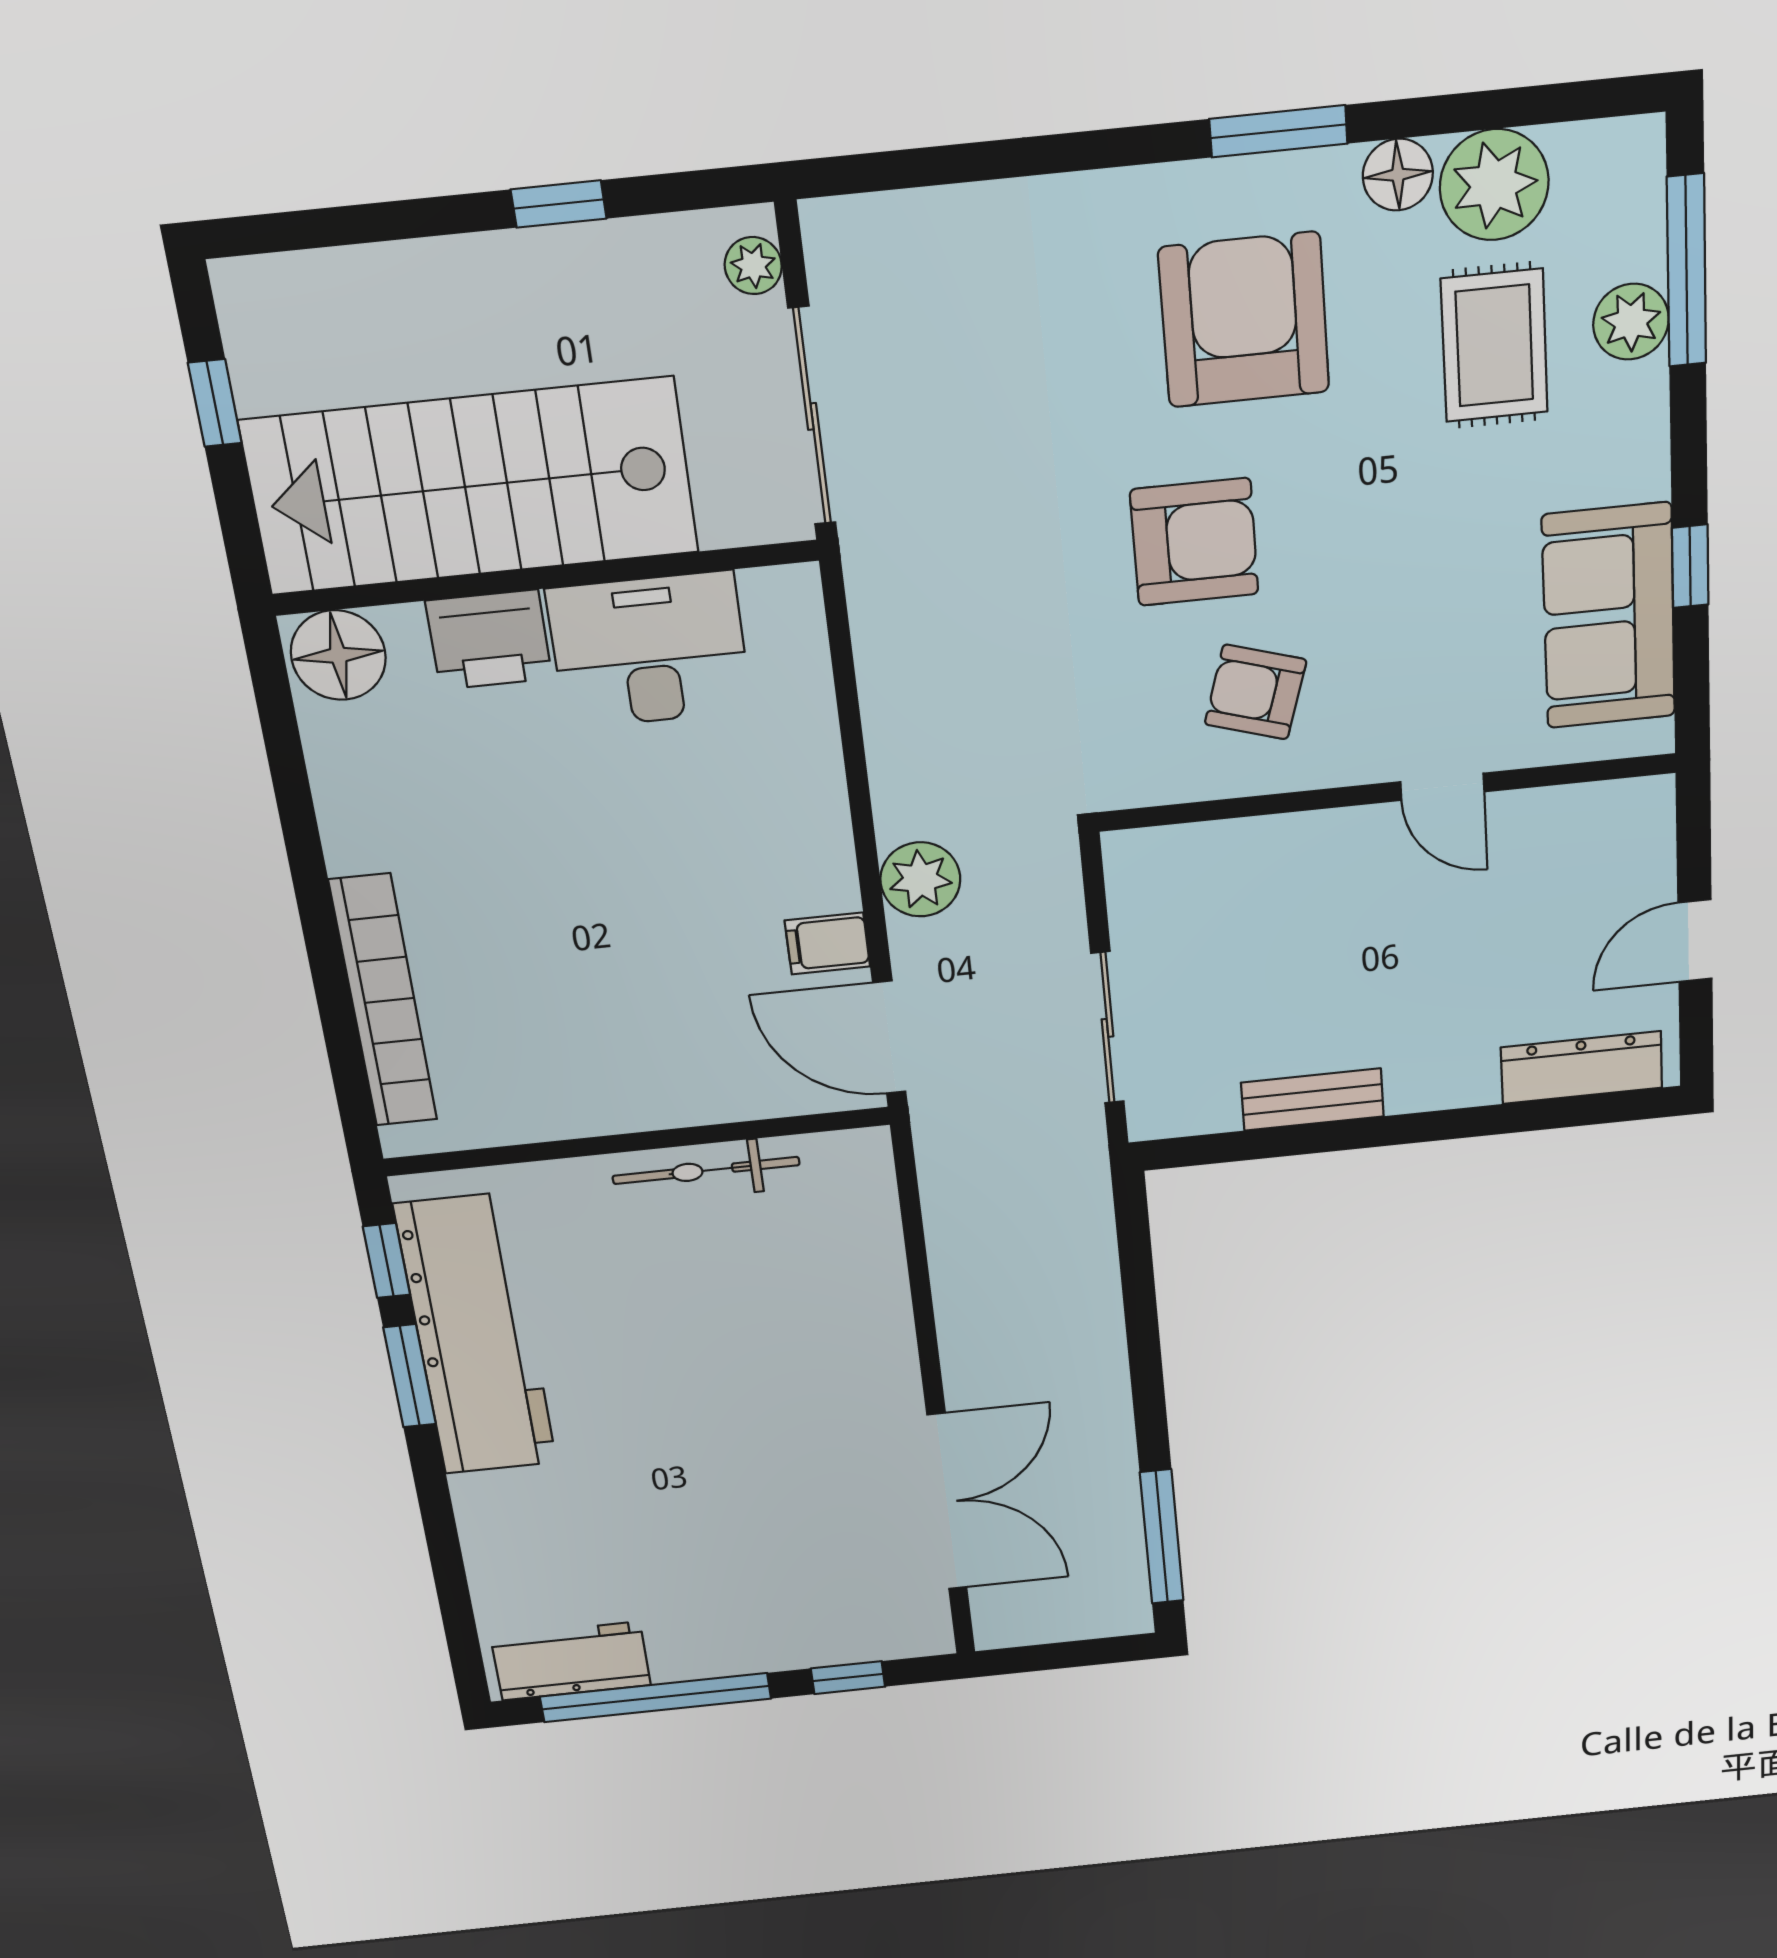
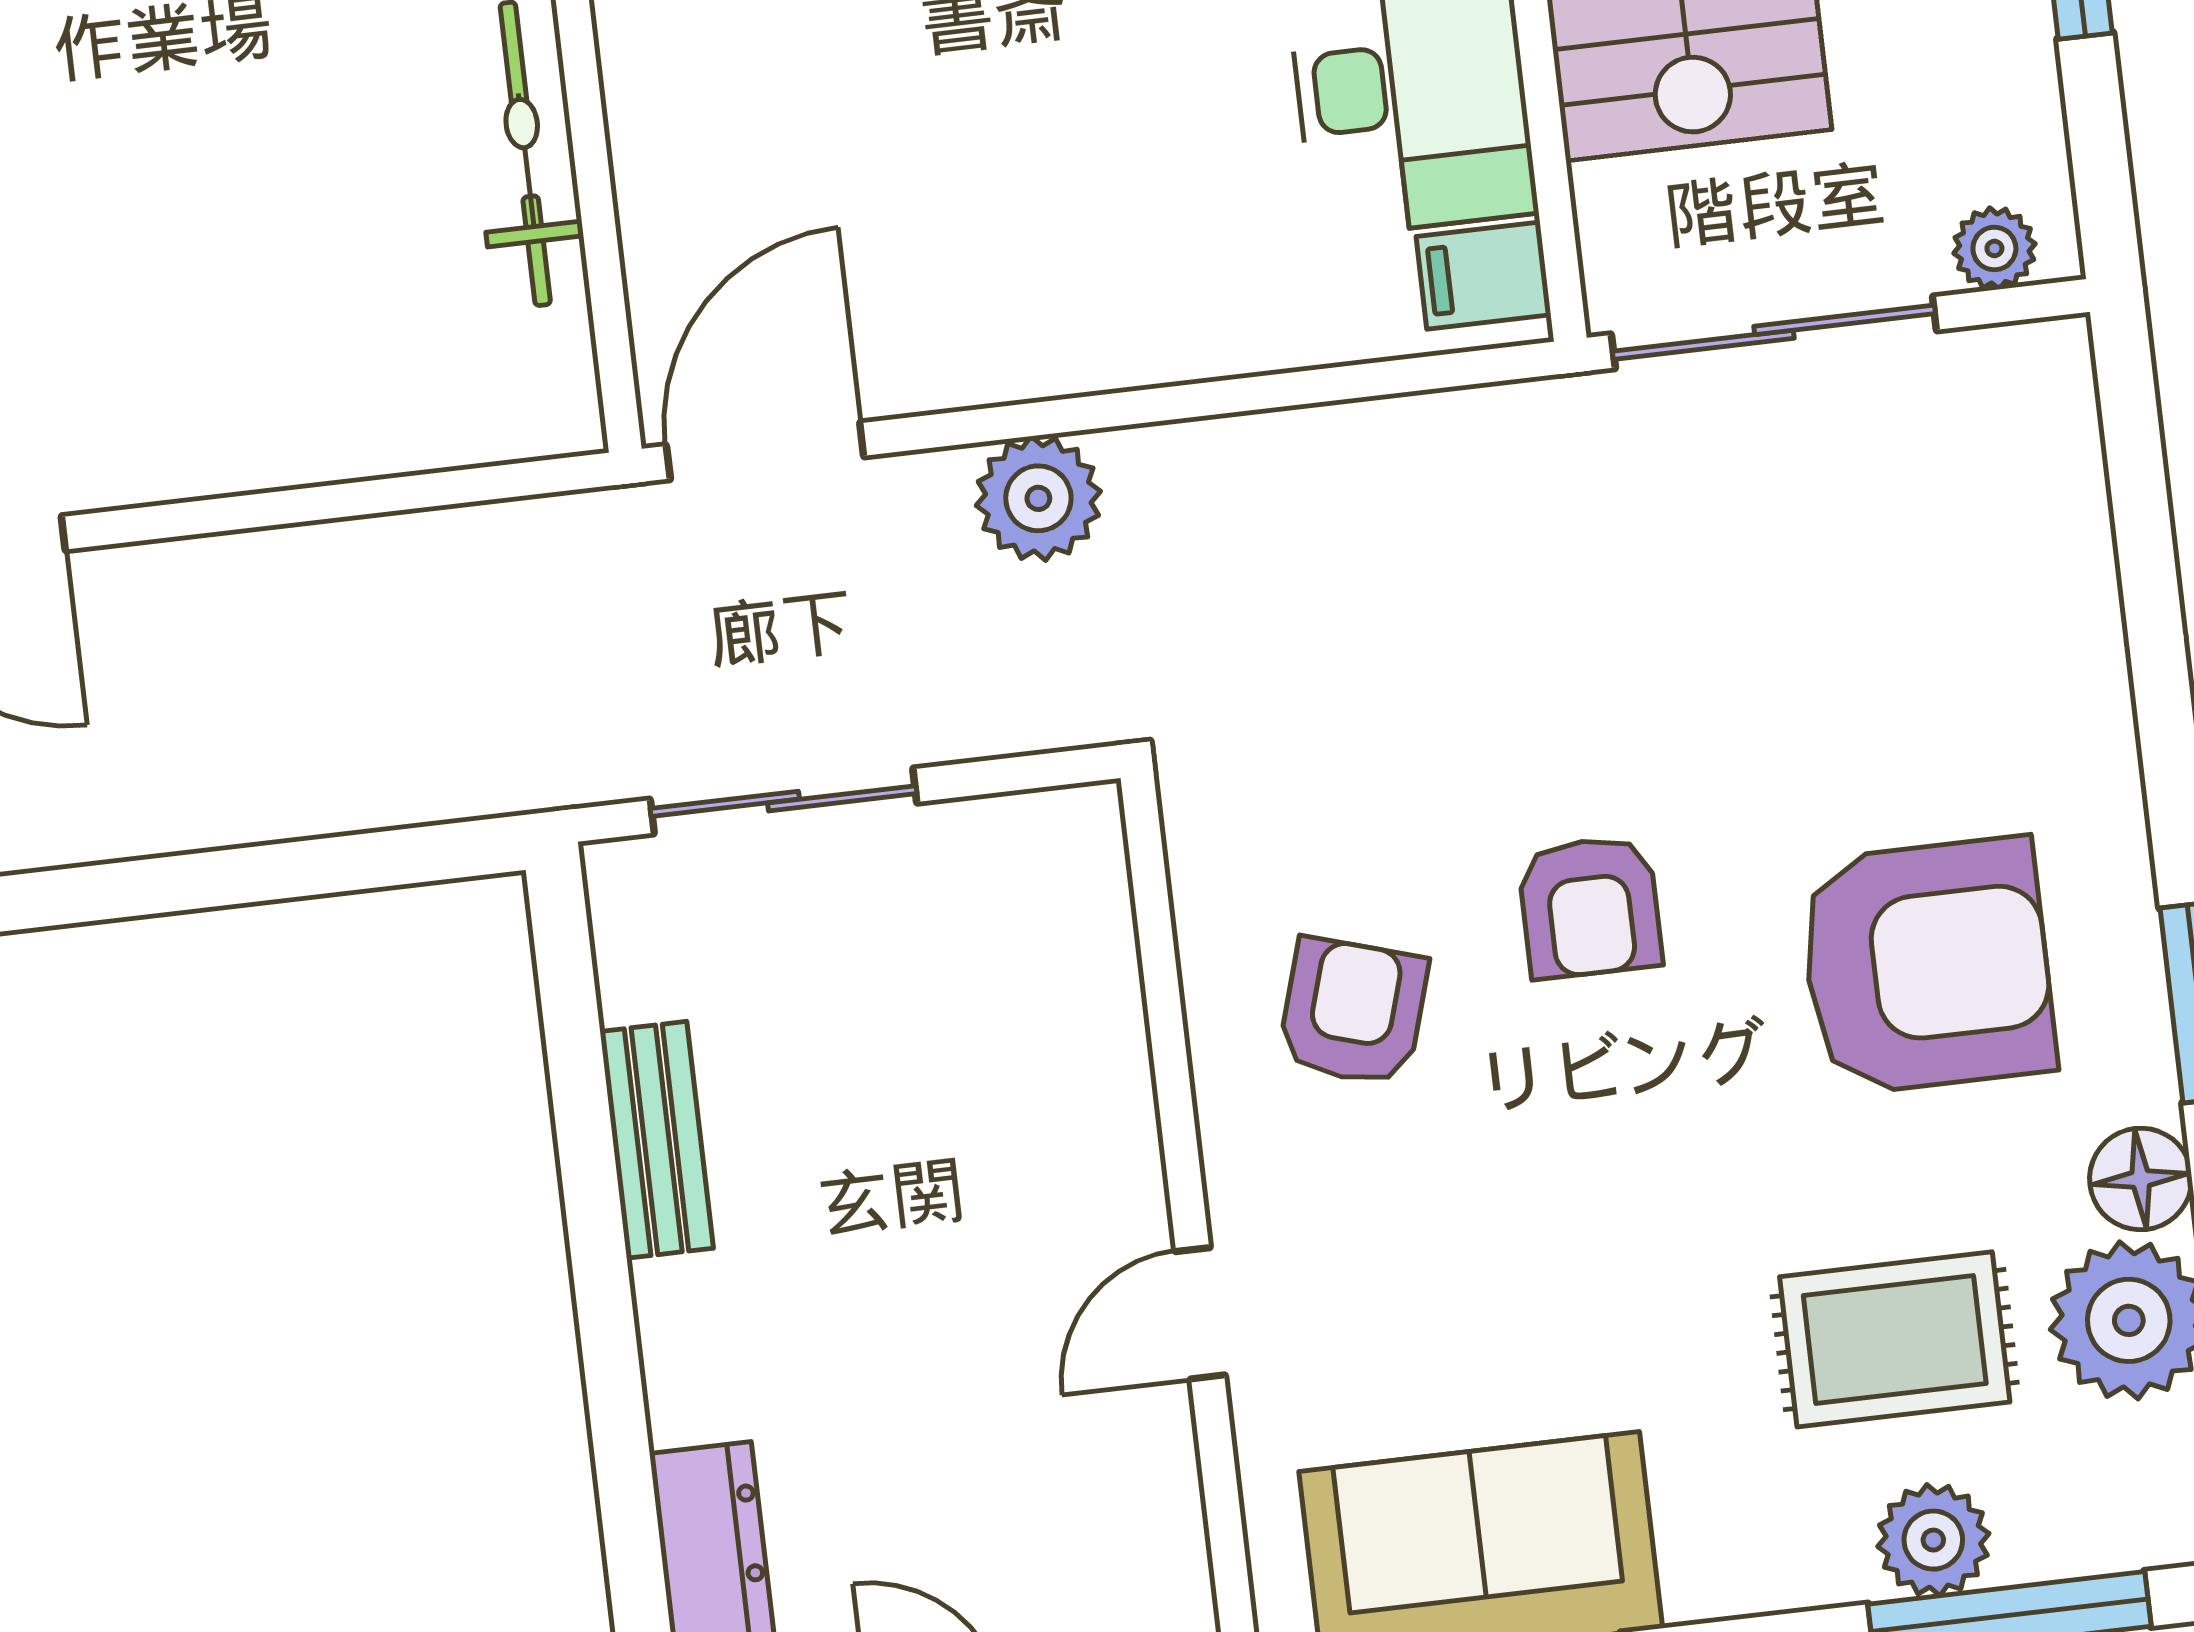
armchair: (1194, 542) -> (1590, 907), width x0.72, depth x0.72
filing cabinet: (827, 943) -> (1483, 276), moved, turned -90

